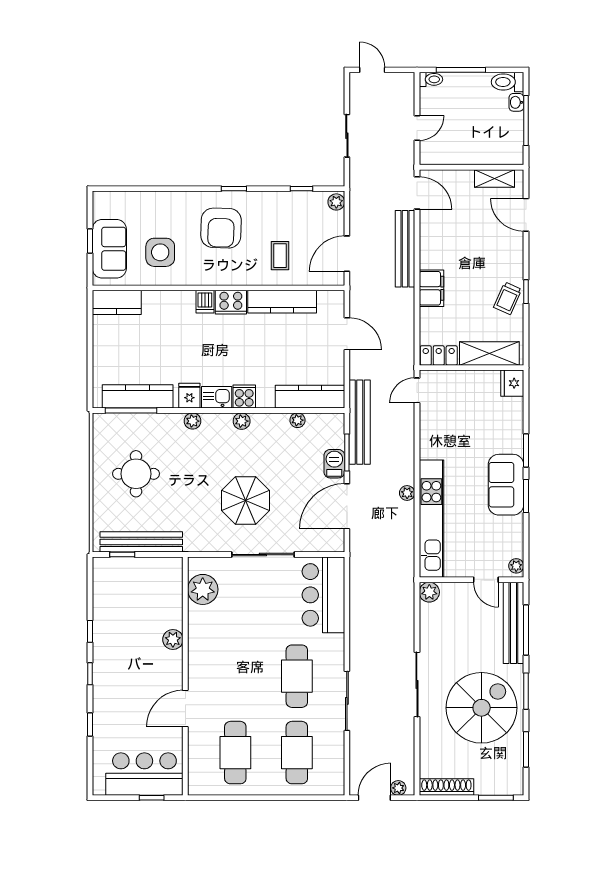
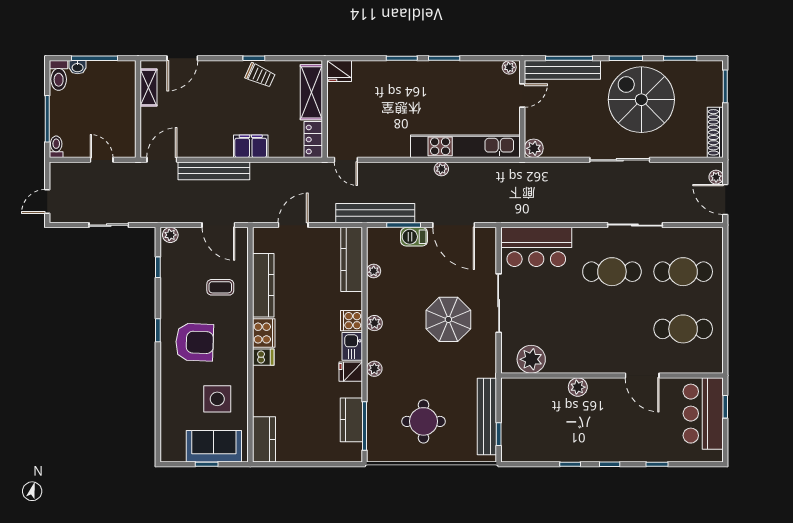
kitchen counter: (138, 396) -> (351, 420), width x0.67
sofa: (506, 485) -> (434, 77), removed

